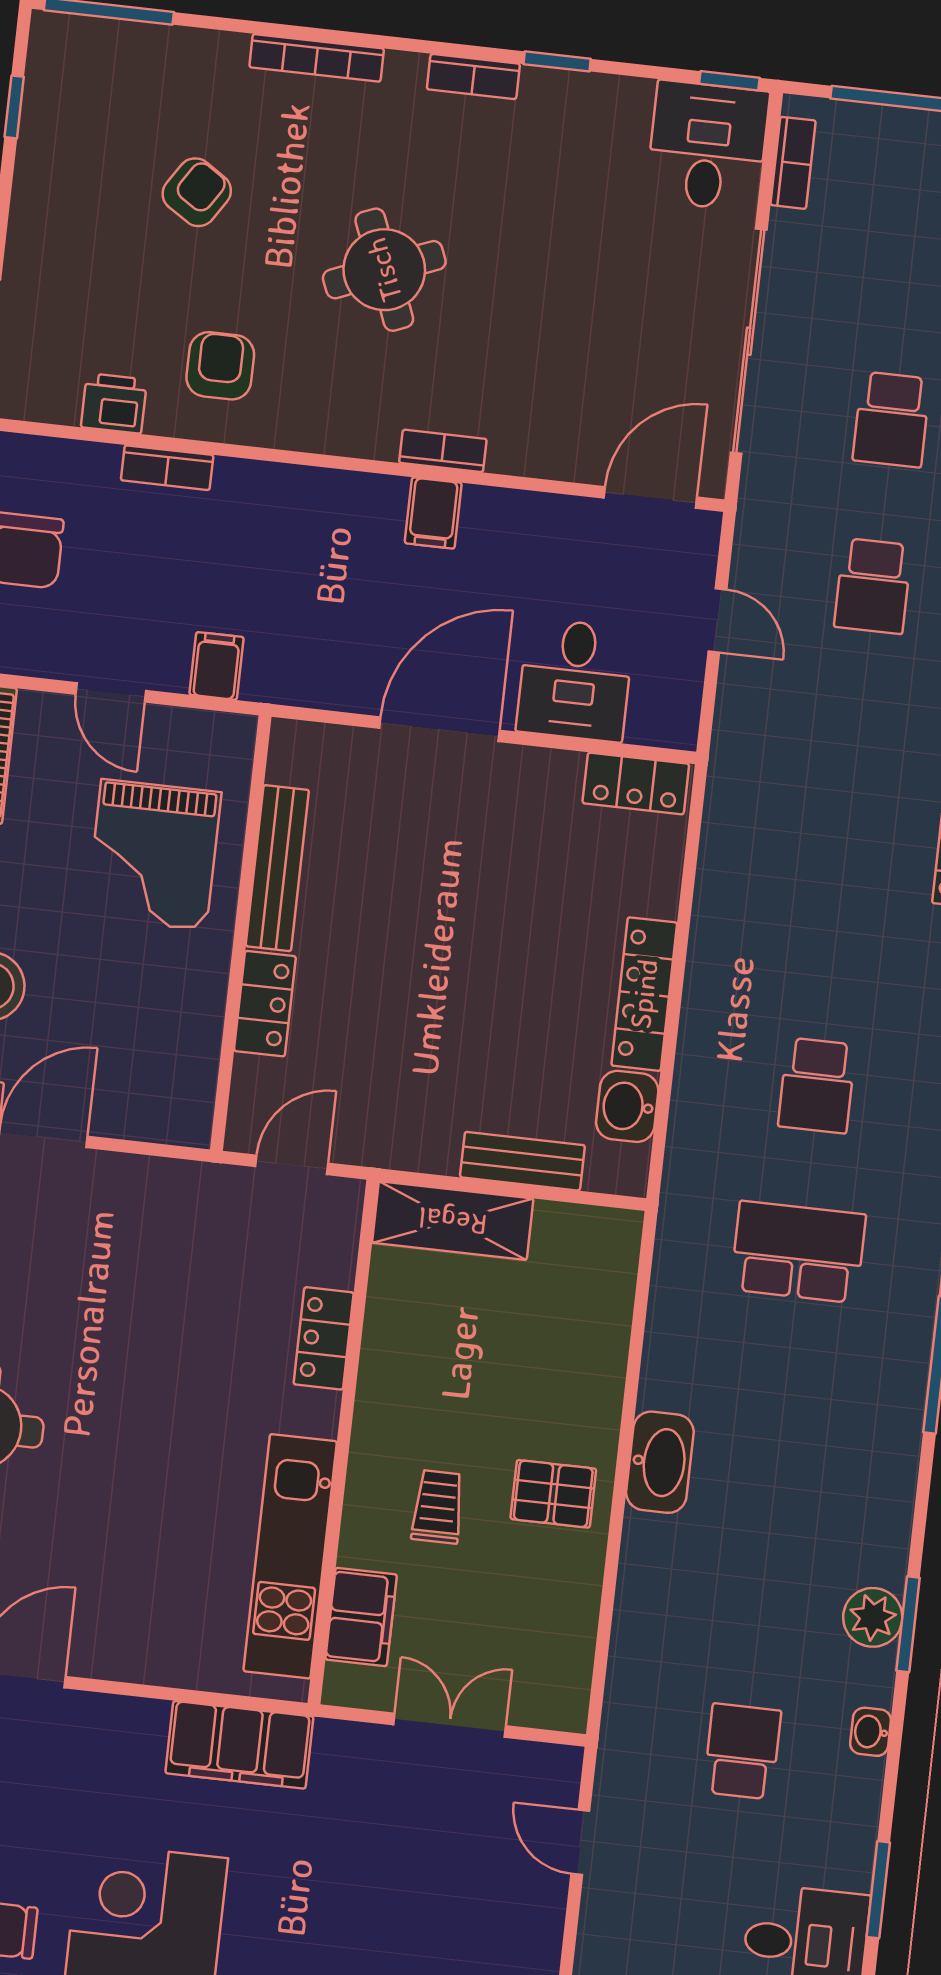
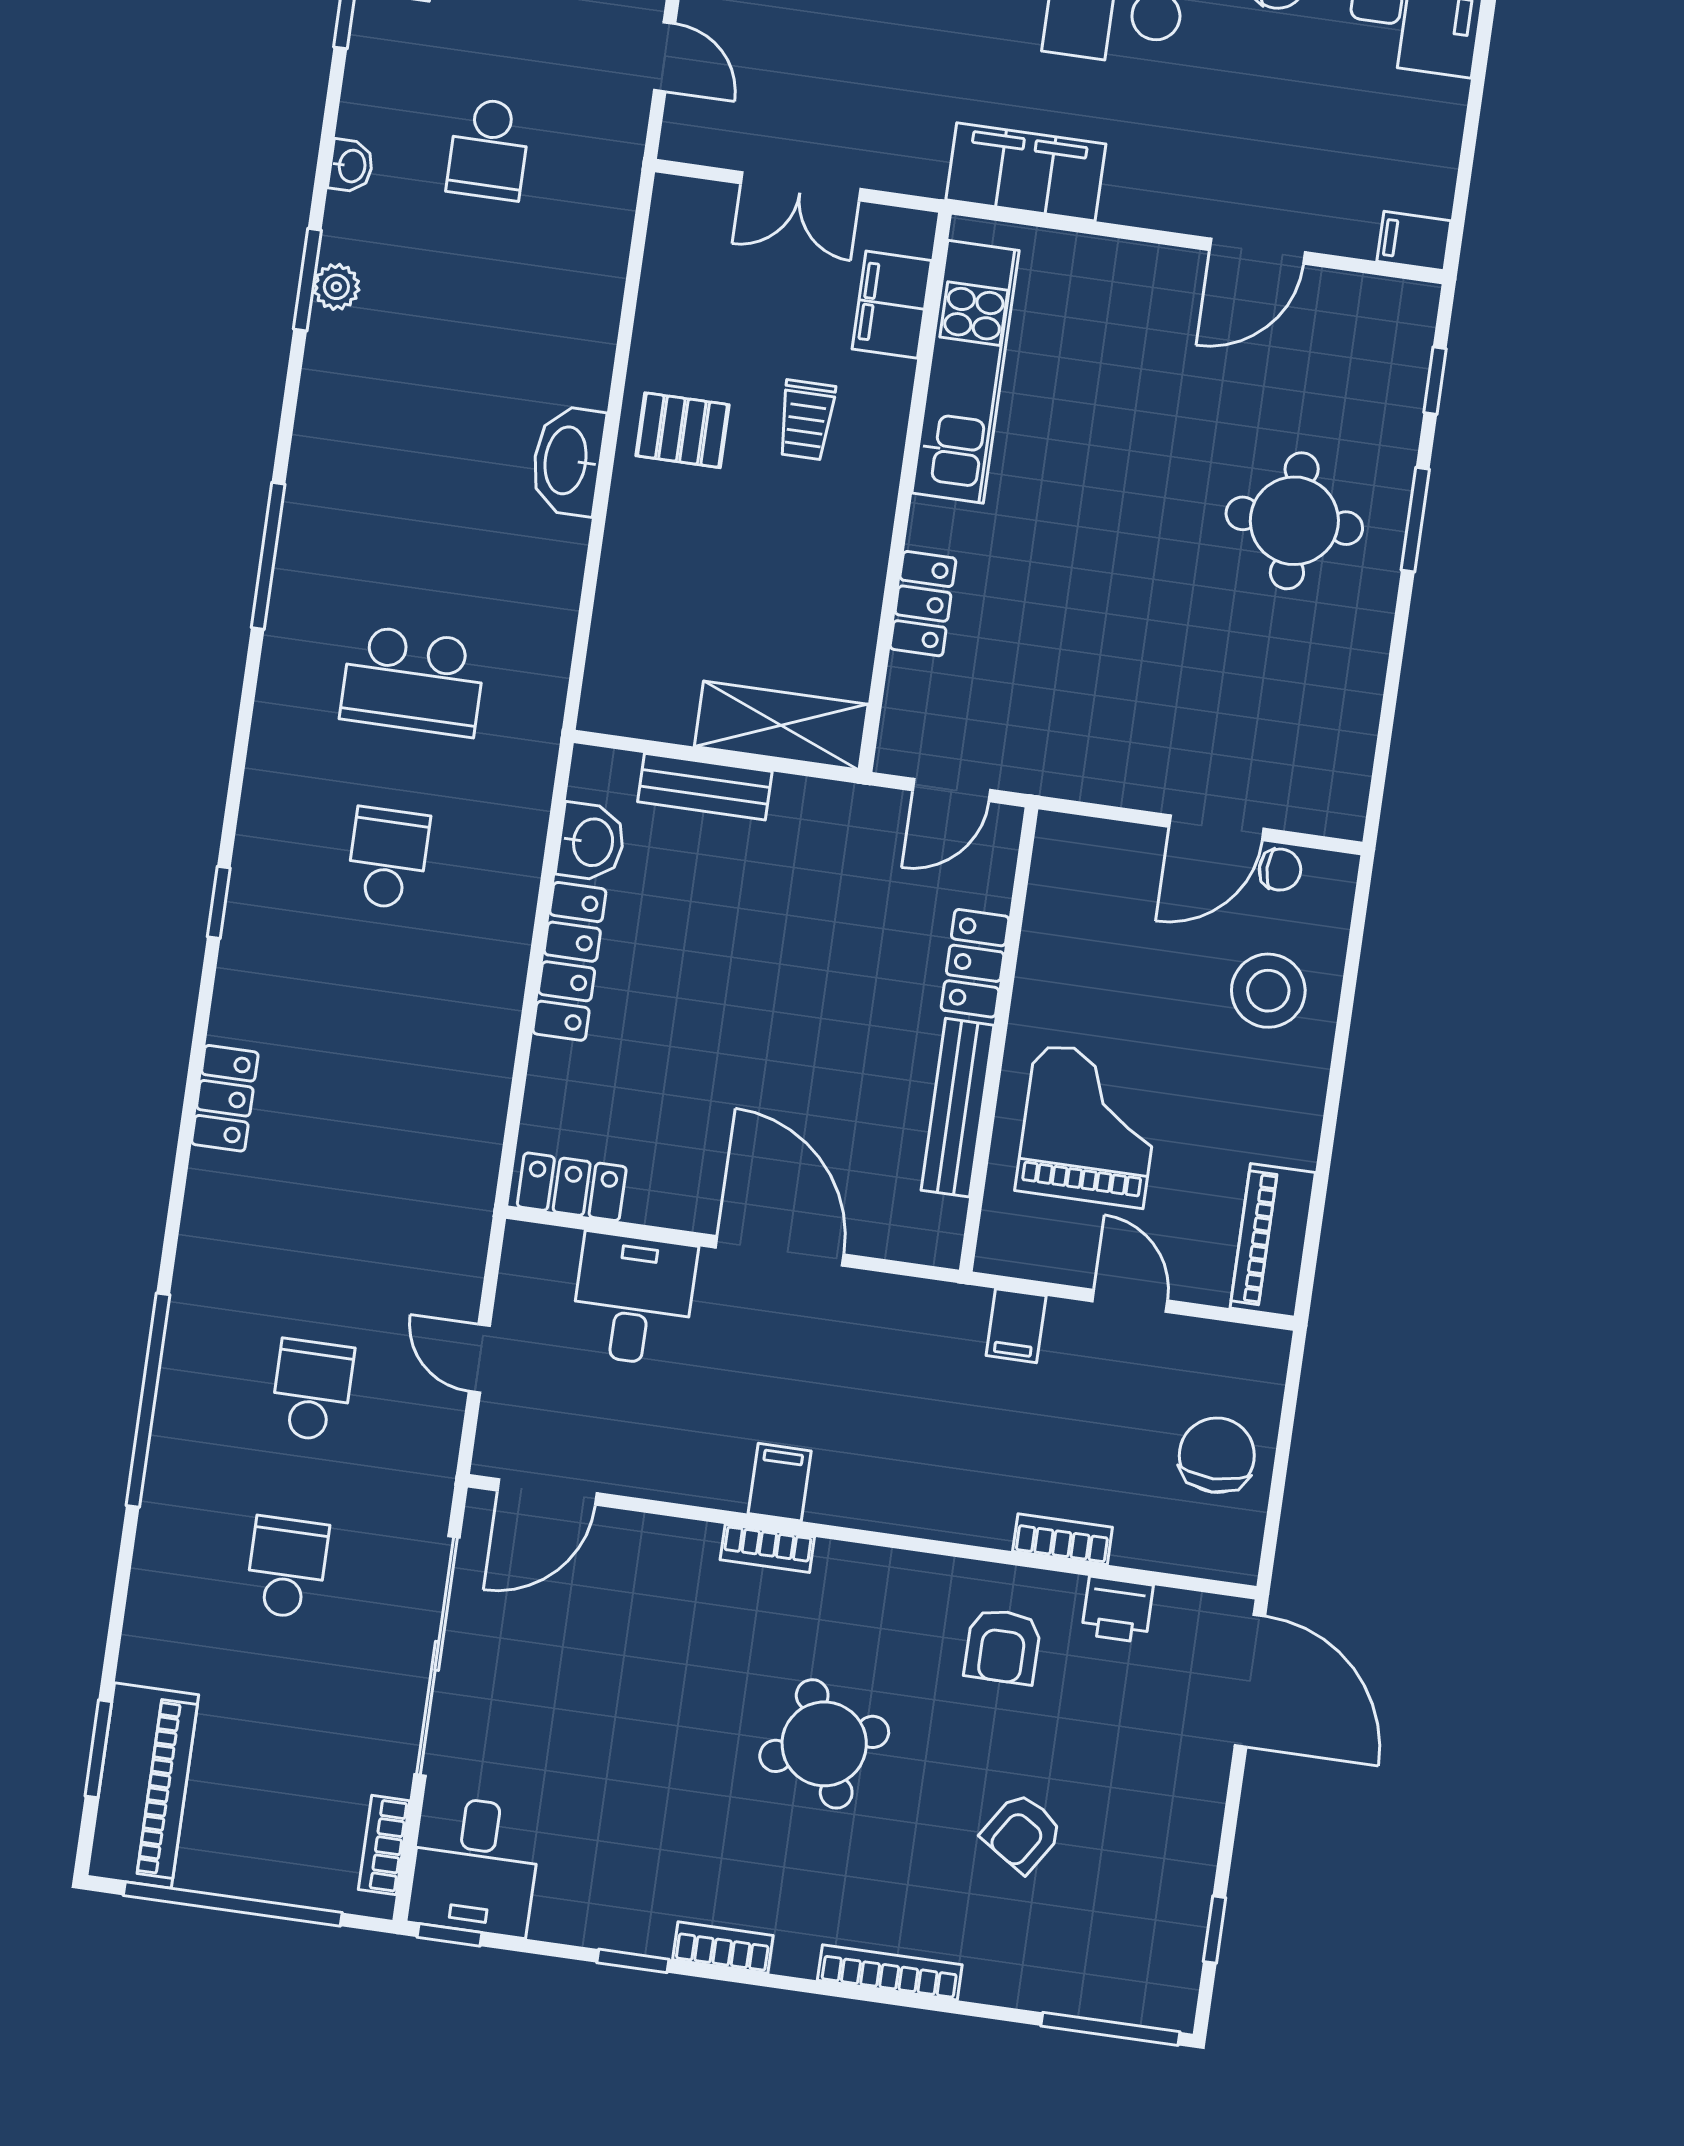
door: (440, 729) -> (780, 1251), swing flipped
plant: (873, 1617) -> (336, 287), width x0.73, depth x0.73

